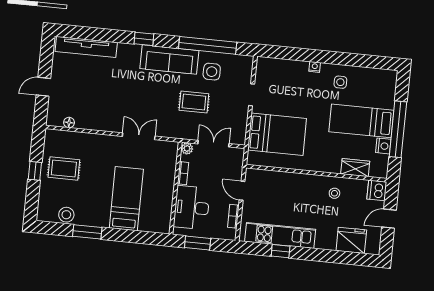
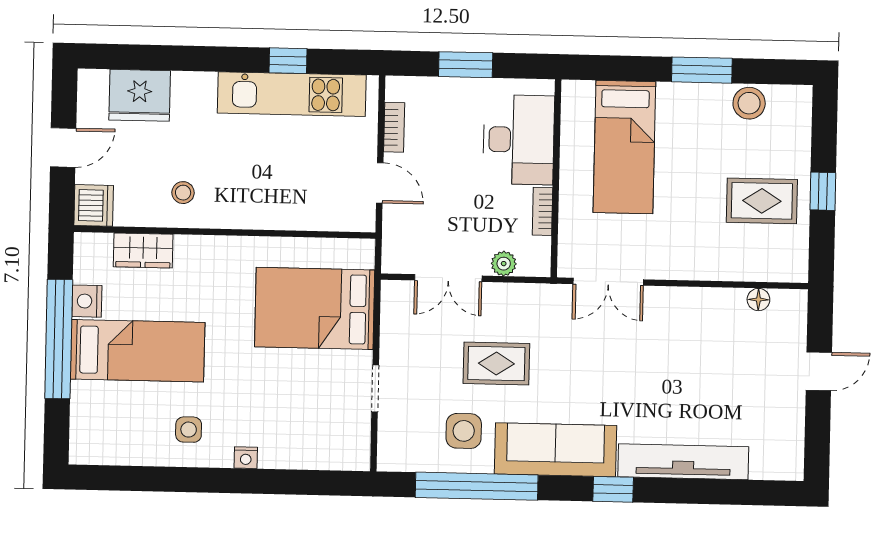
tv unit: (86, 47) -> (683, 462), moved
bookcase: (183, 173) -> (542, 211), moved
wall: (176, 188) -> (556, 178), moved
desk: (192, 208) -> (519, 140), moved

